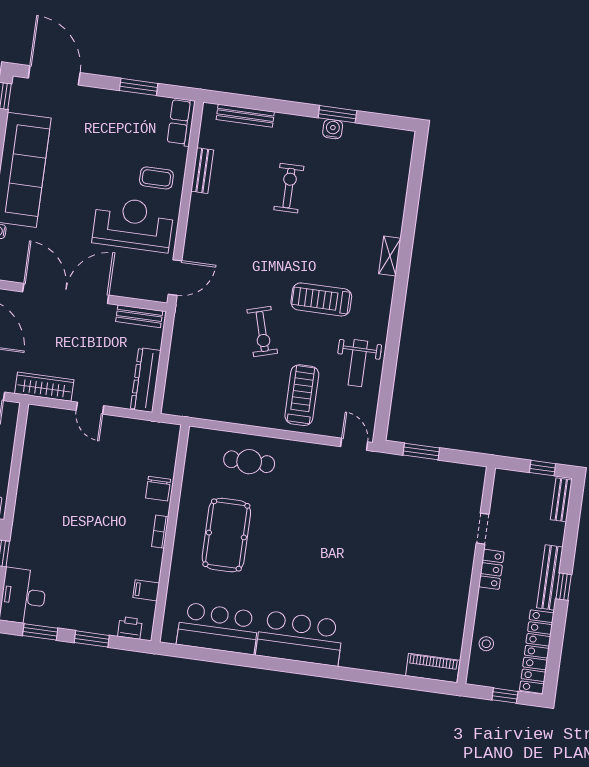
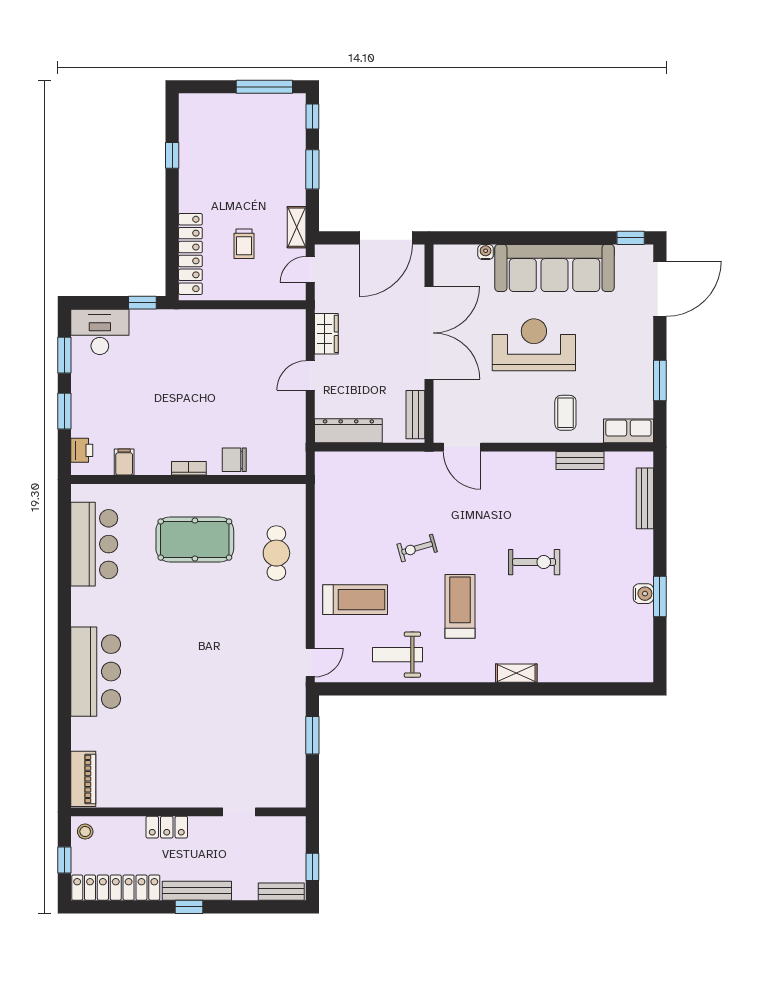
exercise bike: (289, 188) -> (534, 562), moved
reception desk: (133, 224) -> (534, 345), moved, turned -90
exercise bike: (262, 332) -> (417, 548), width x0.73, depth x0.72
wardrobe: (44, 387) -> (326, 334), width x0.67
locker: (491, 569) -> (167, 827), moved
bar counter: (300, 638) -> (96, 672), moved
stool: (486, 644) -> (85, 832), moved

